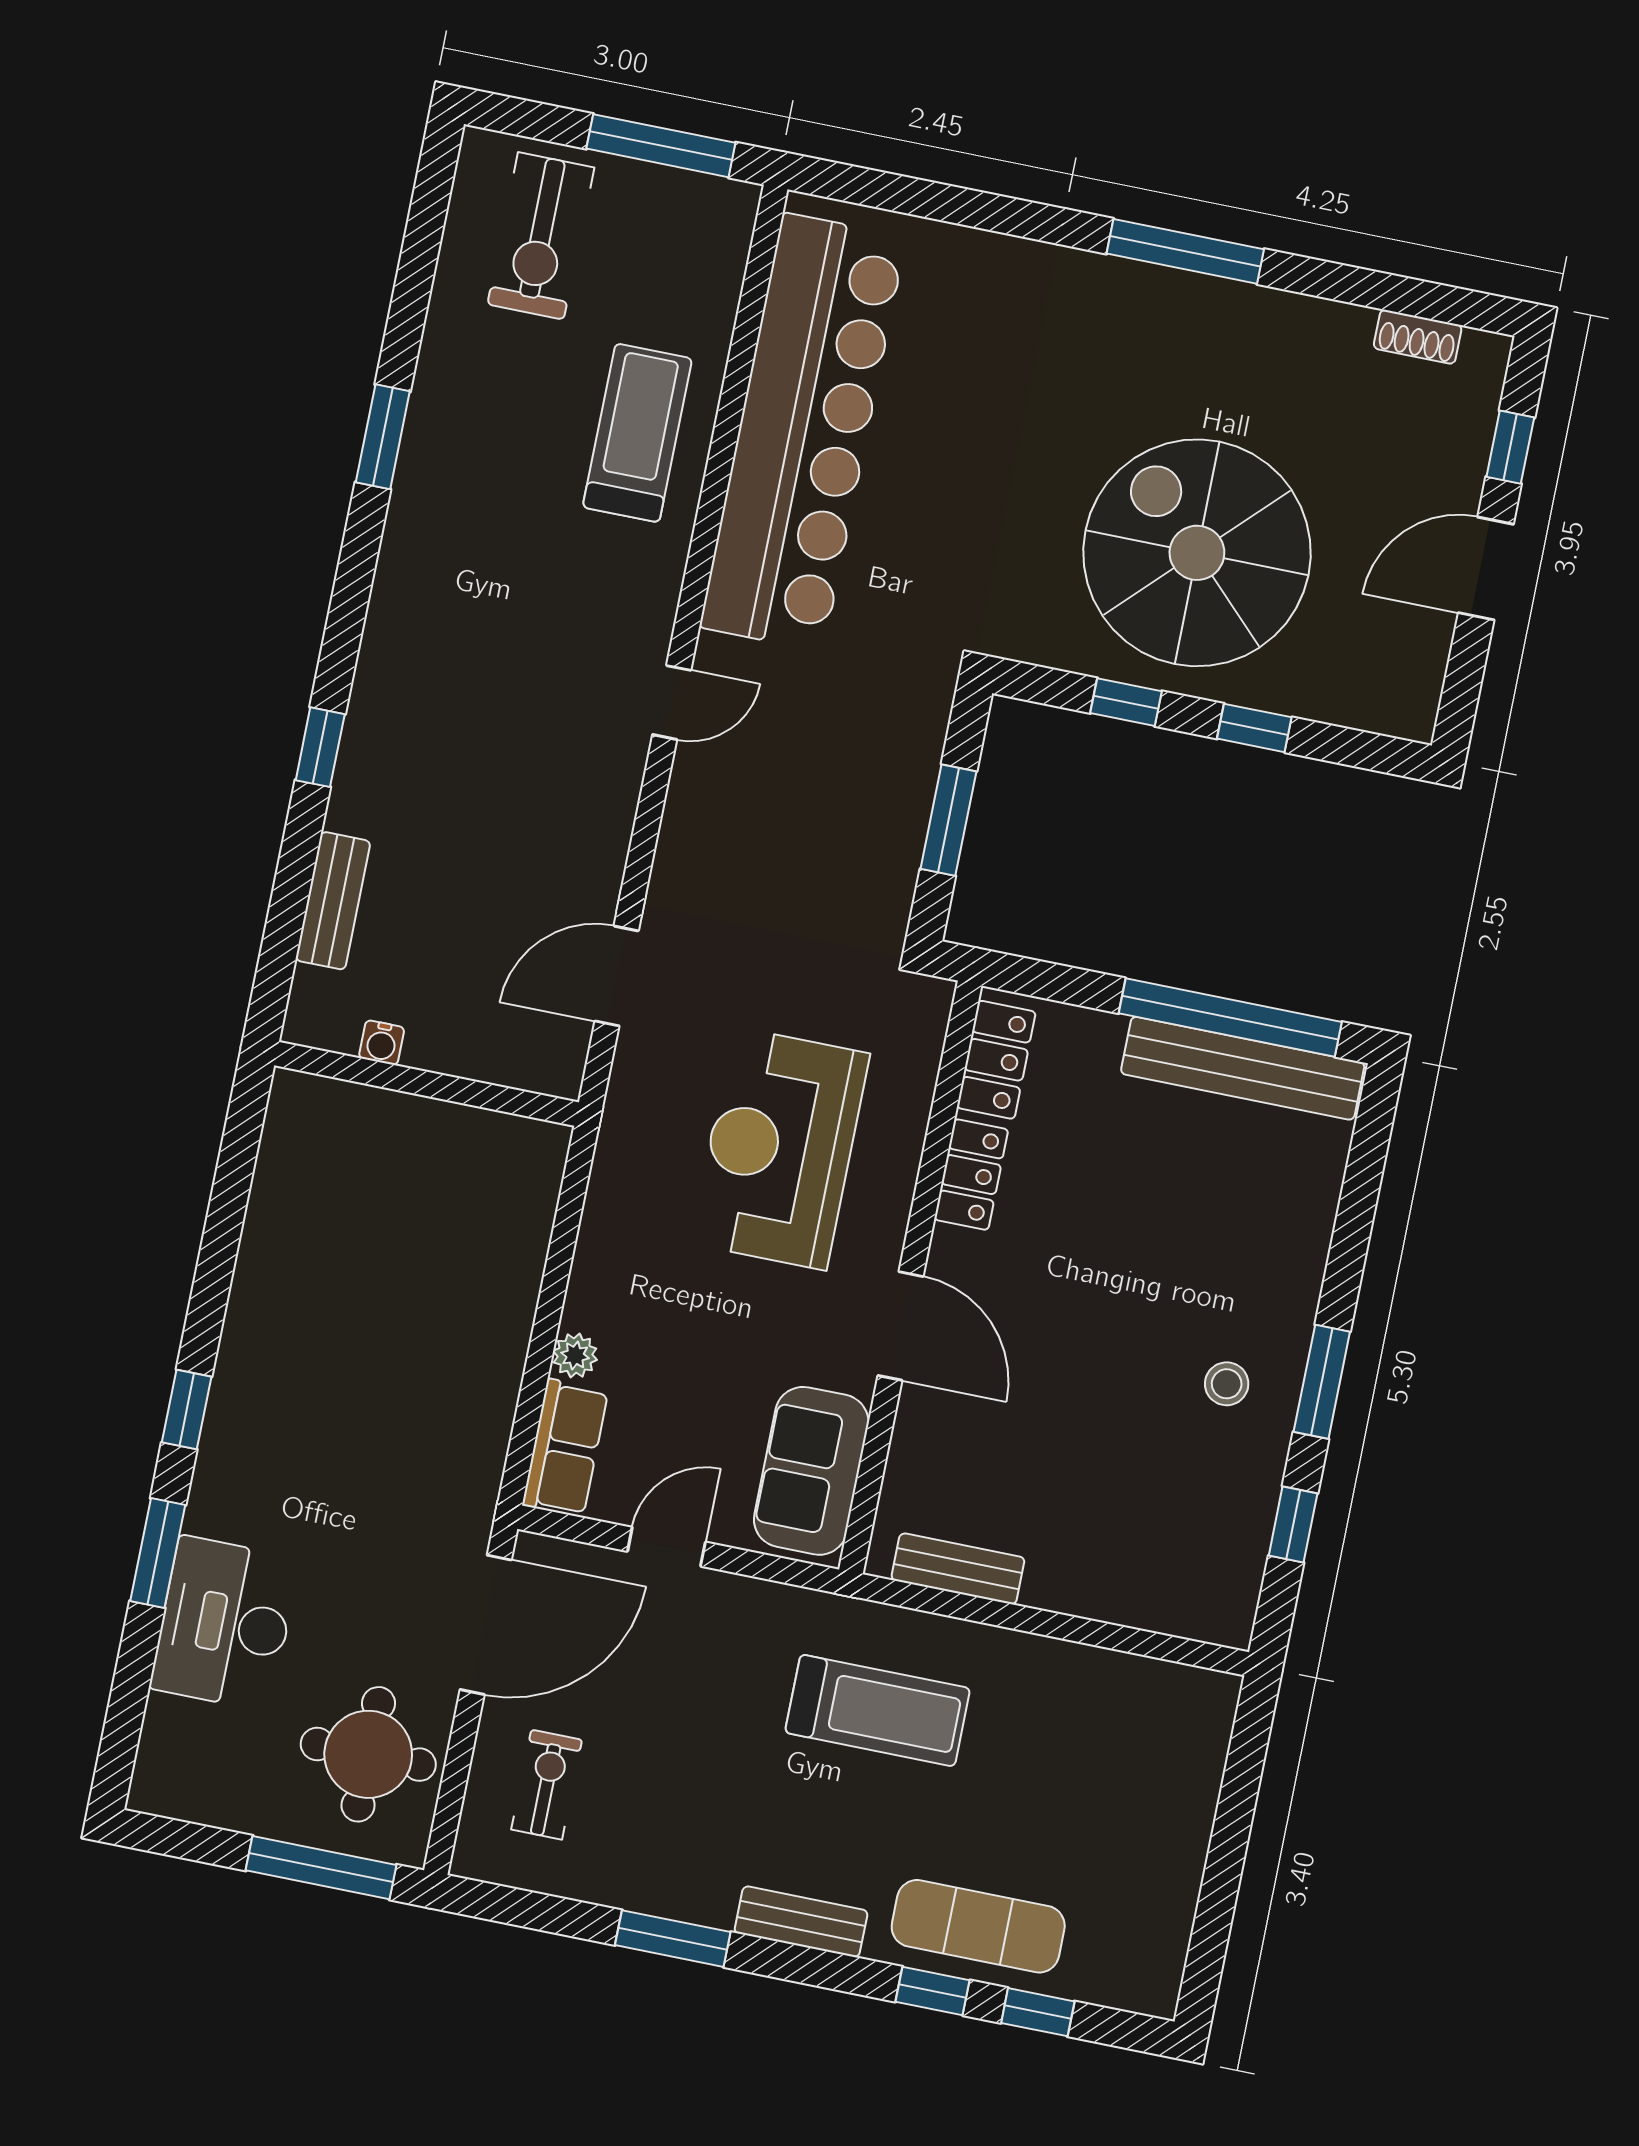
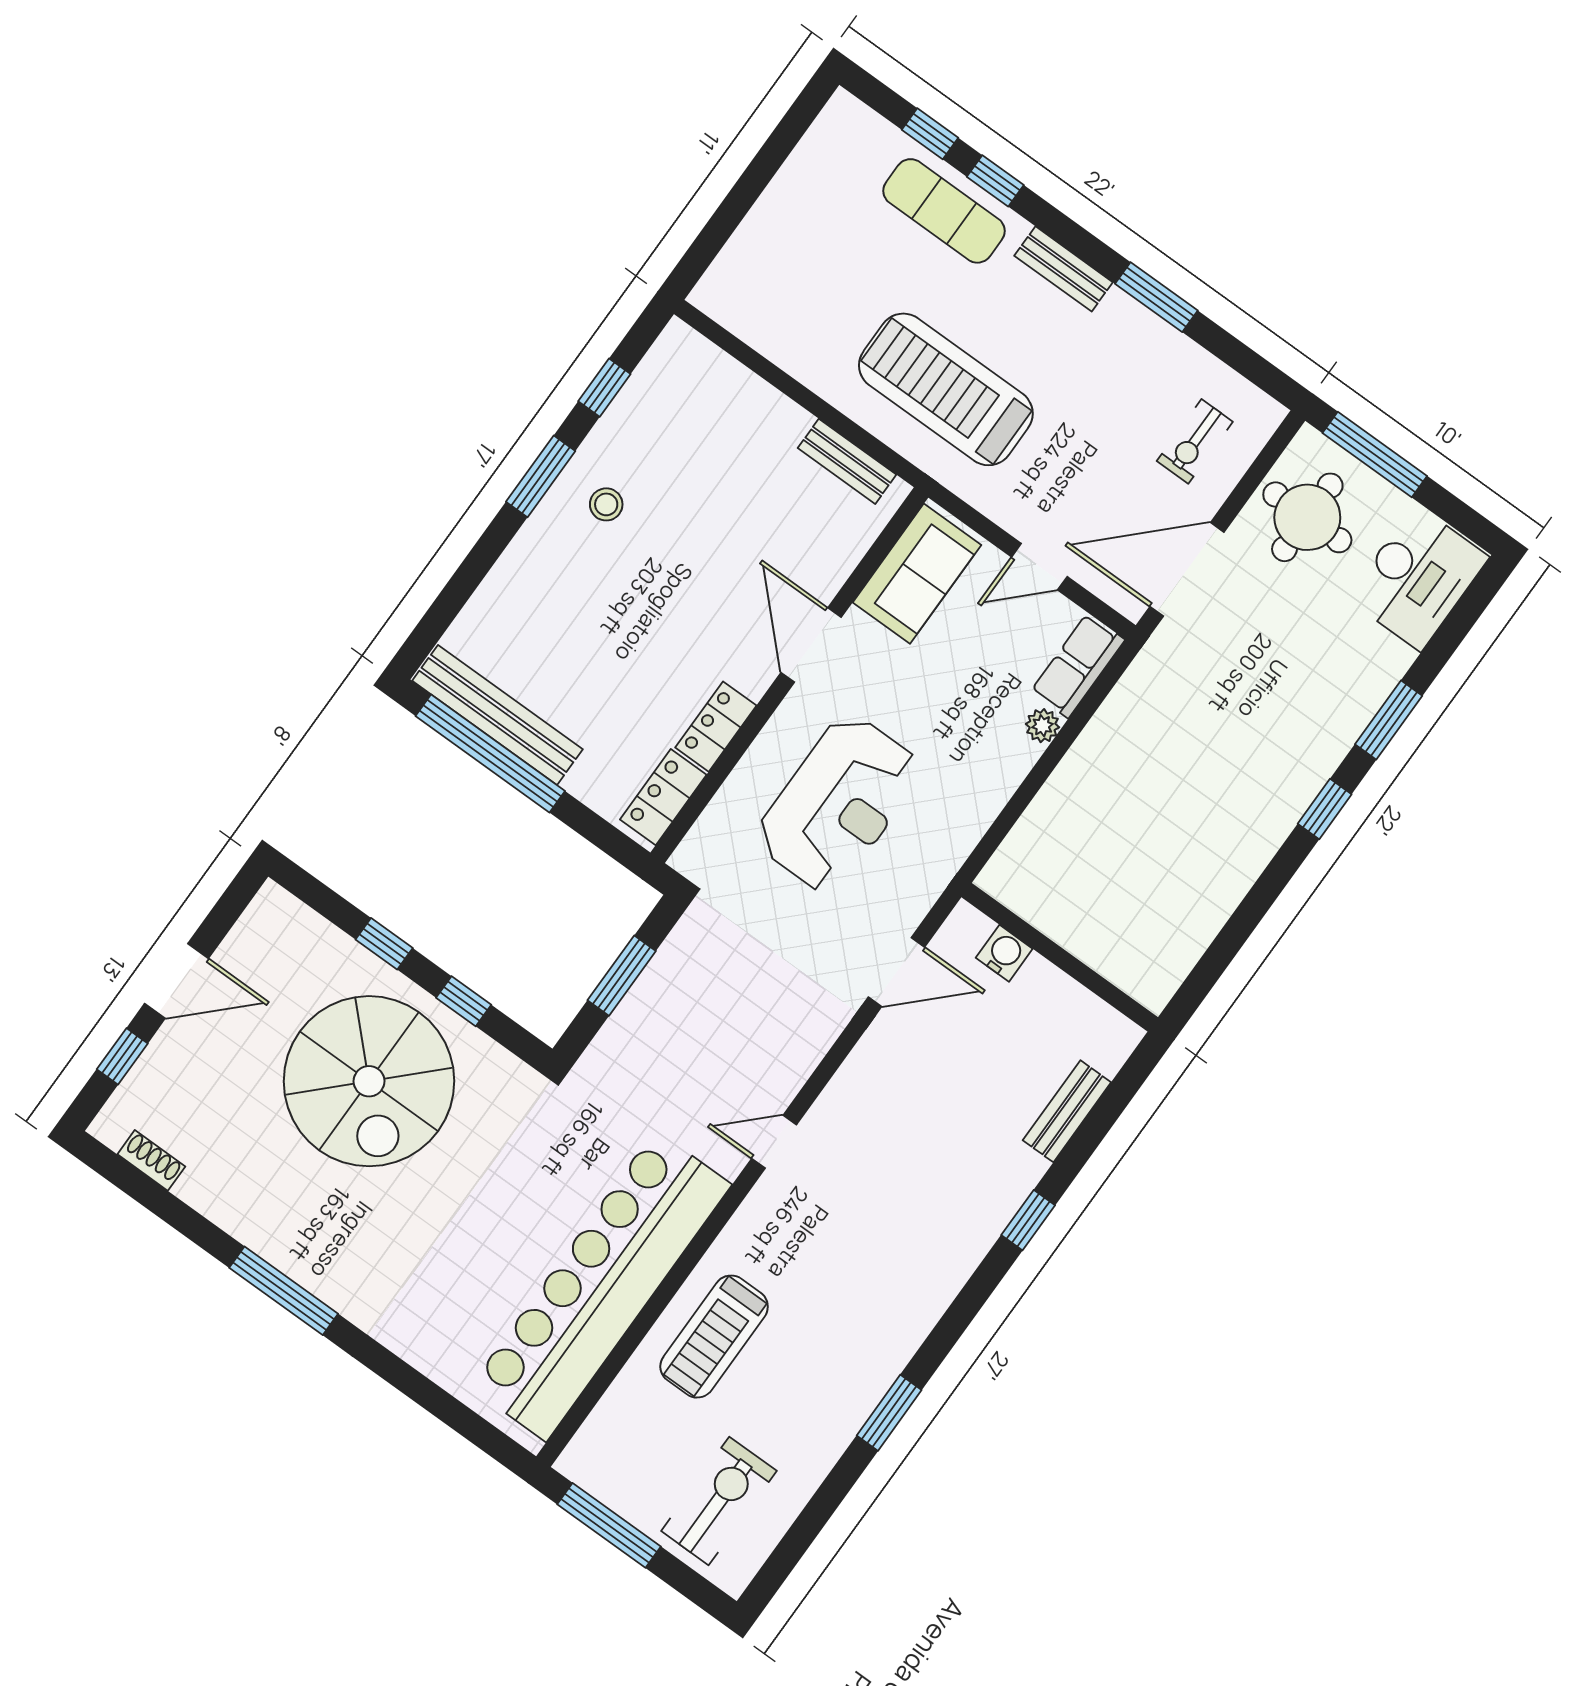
water cooler: (382, 1043) -> (1004, 953), moved, width x1.38, depth x1.38
desk: (225, 1623) -> (1418, 578), moved
treadmill: (878, 1710) -> (946, 389), width x1.37, depth x1.38

